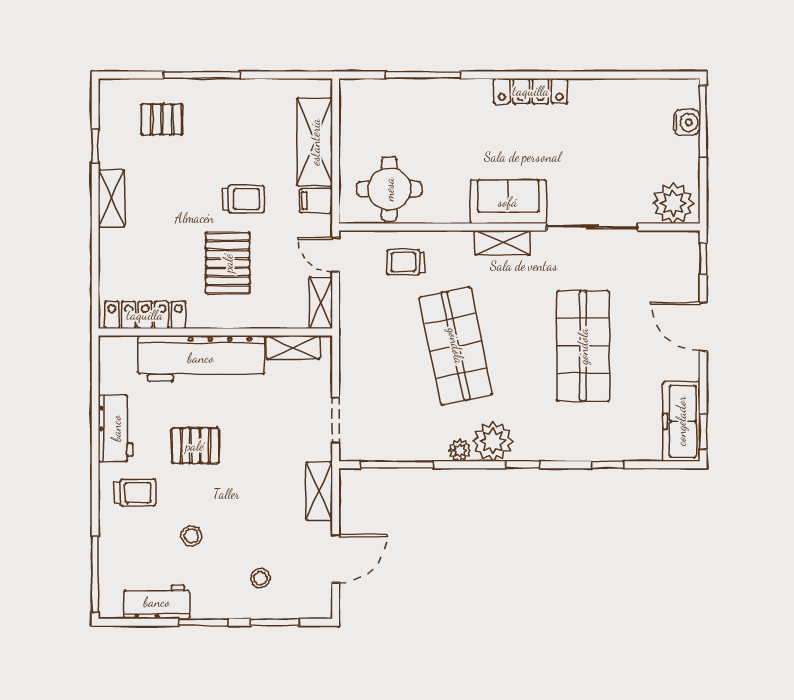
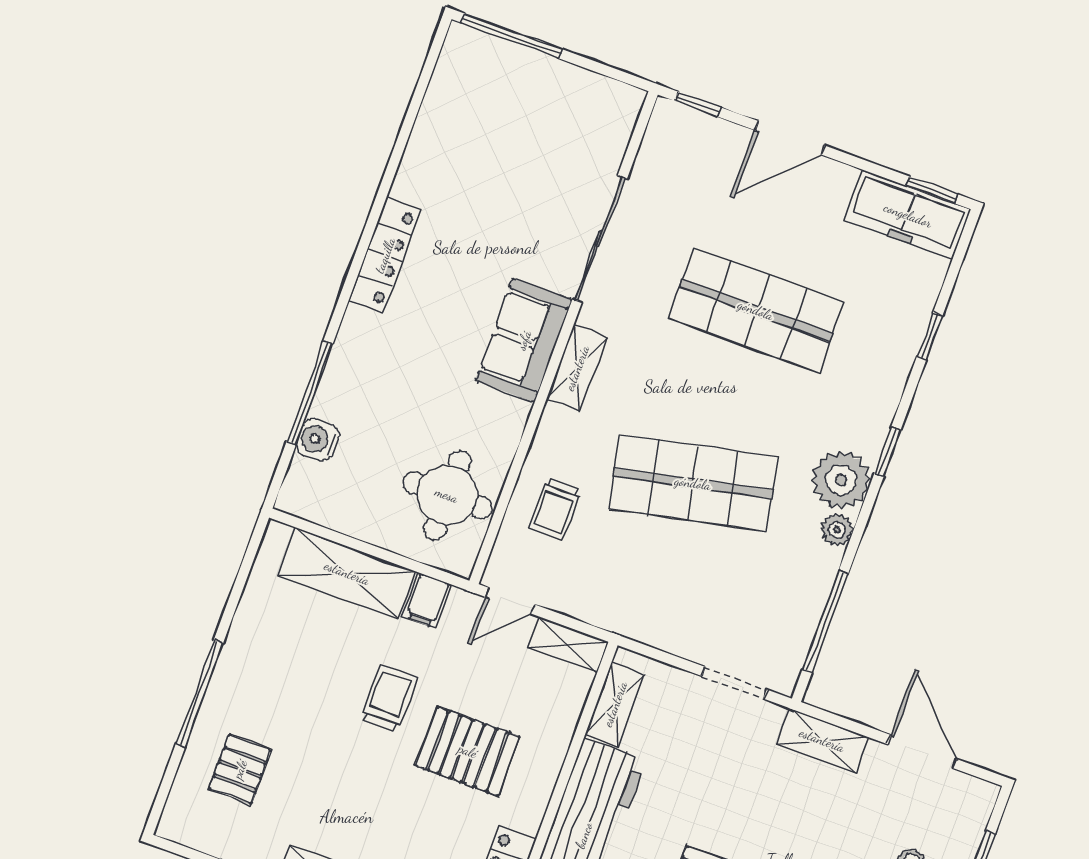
water cooler: (687, 122) -> (318, 440), moved, turned -90
plant: (673, 203) -> (608, 117), removed

